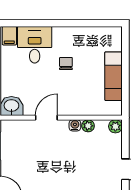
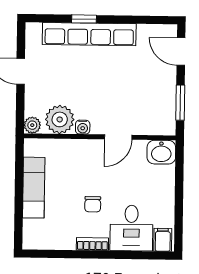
bookcase: (66, 32) -> (92, 244), added
plant: (88, 126) -> (60, 119), width x1.88, depth x1.88

